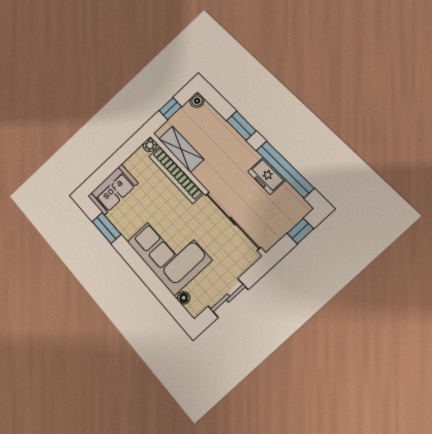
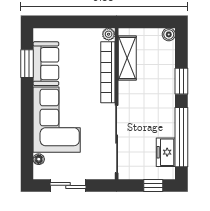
window: (170, 109) -> (146, 22), removed
freezer: (267, 176) -> (166, 152), moved
sofa: (113, 190) -> (46, 64), moved, turned -90

